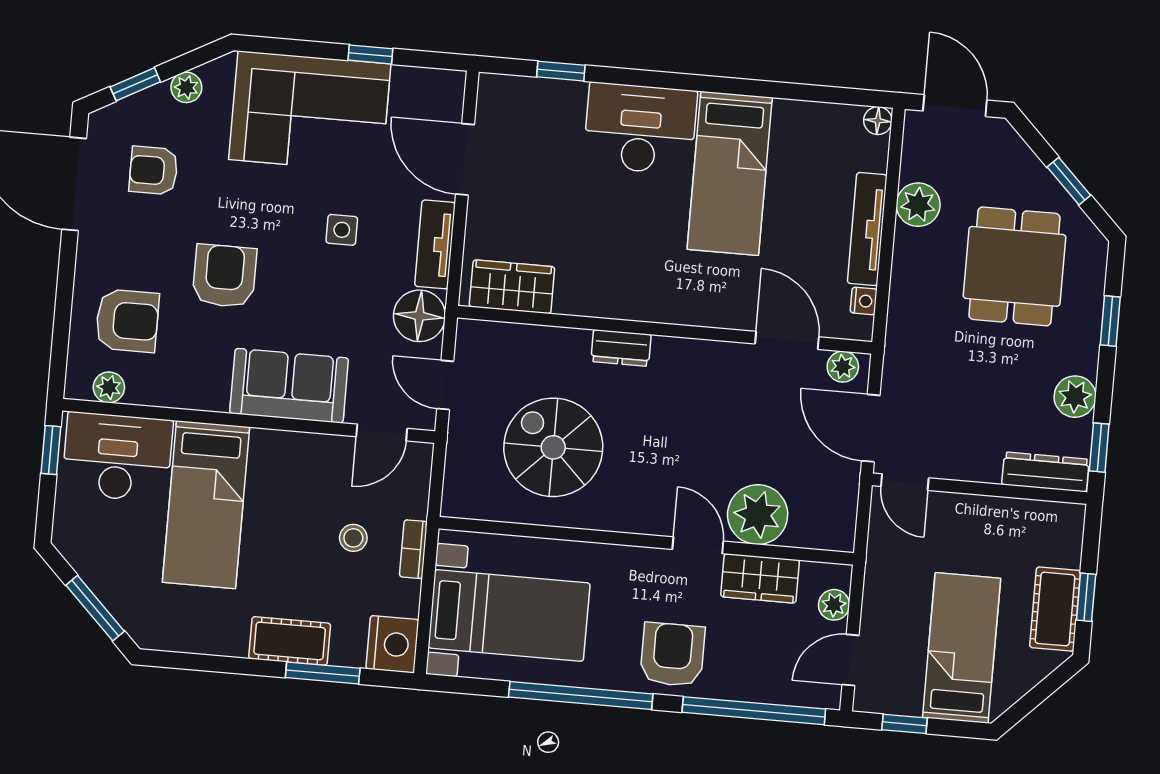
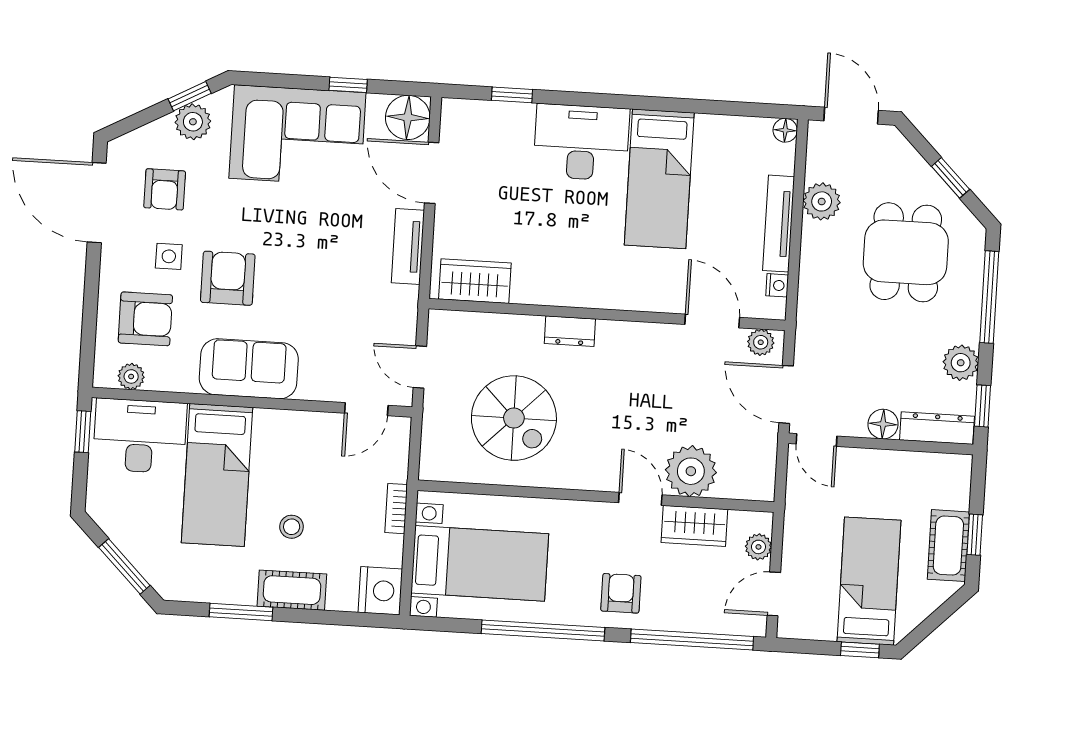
window: (135, 84) -> (190, 96), moved
plant: (186, 87) -> (193, 122), width x1.38, depth x1.38
armchair: (154, 171) -> (165, 189), turned -90
side table: (342, 230) -> (169, 256), moved
floor lamp: (419, 316) -> (408, 117), moved
window: (1110, 321) -> (989, 297), width x2.17
sofa: (289, 386) -> (249, 369), moved
spiral stairs: (553, 447) -> (514, 418), turned 180
floor lamp: (983, 466) -> (883, 424), added
stool: (353, 538) -> (292, 527), moved
armchair: (672, 655) -> (621, 593), width x0.72, depth x0.72
window: (323, 673) -> (241, 612), moved
window: (905, 724) -> (860, 650), moved

